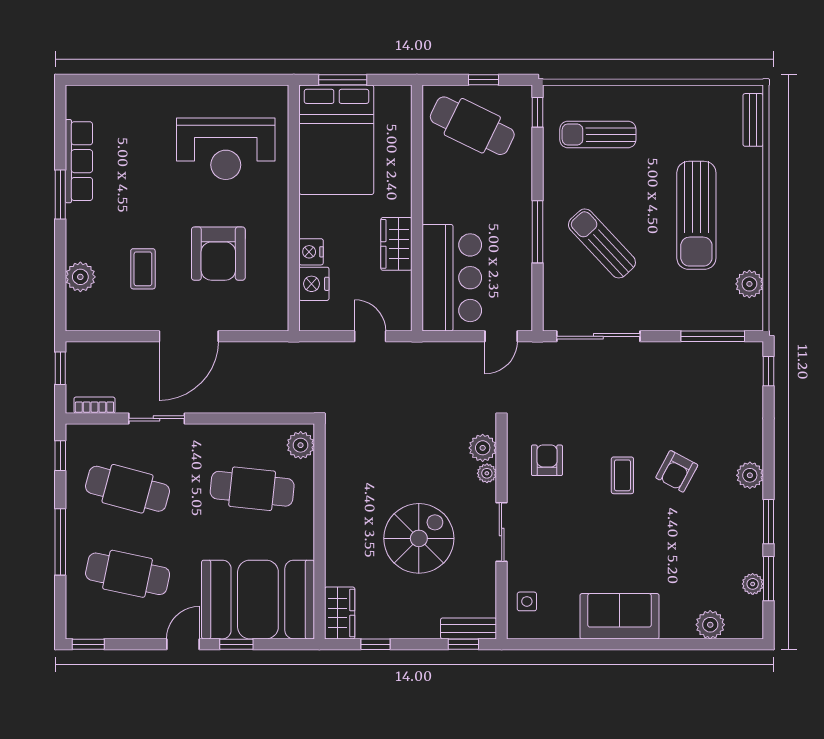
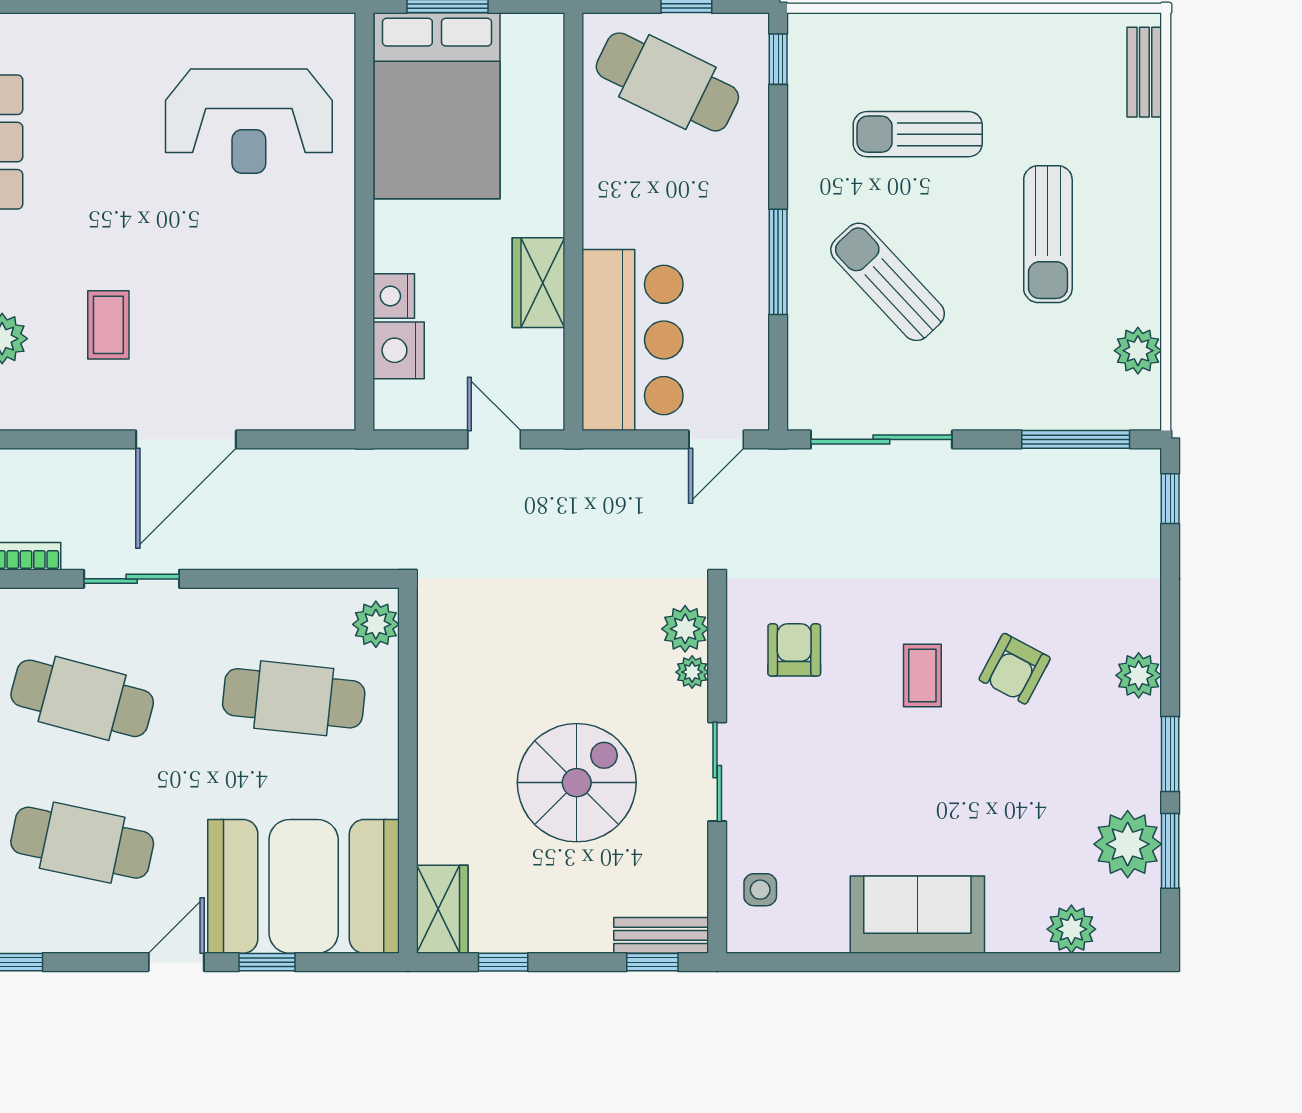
sun lounger: (598, 134) -> (918, 134), moved
sun lounger: (696, 215) -> (1048, 234), width x0.73, depth x0.75
armchair: (218, 254) -> (236, 299), removed
plant: (753, 584) -> (1128, 844), width x1.88, depth x1.88

